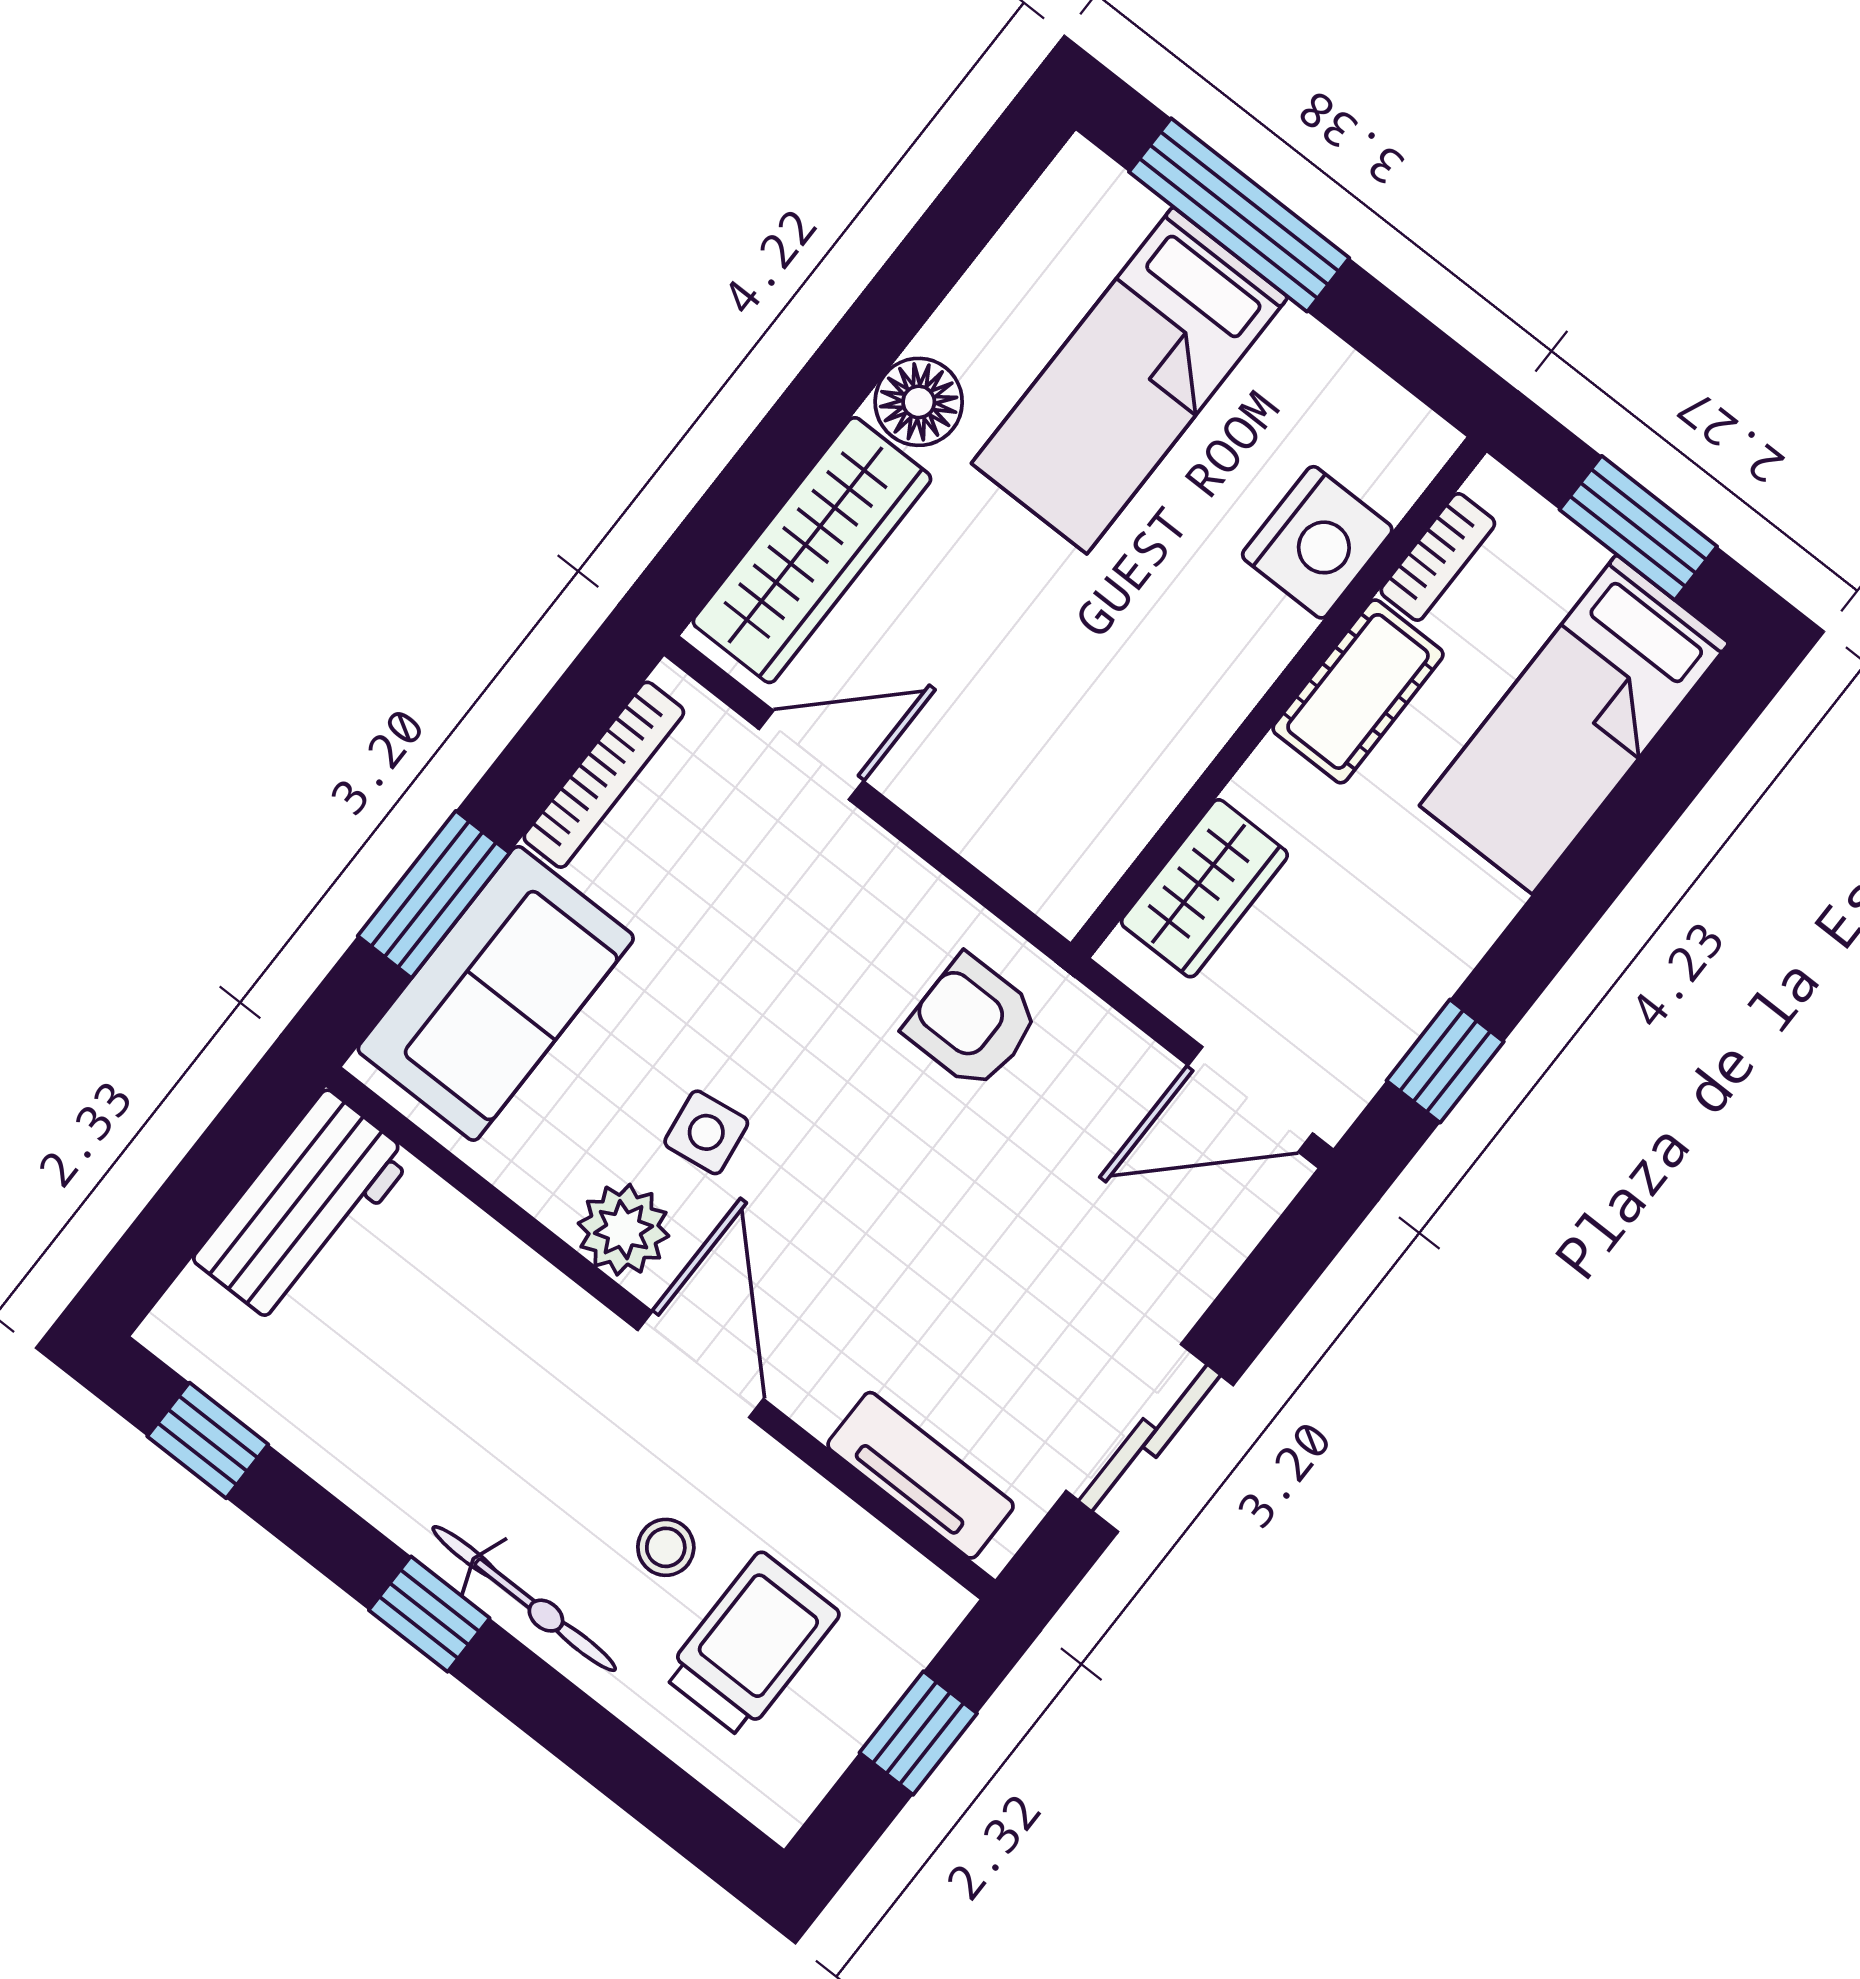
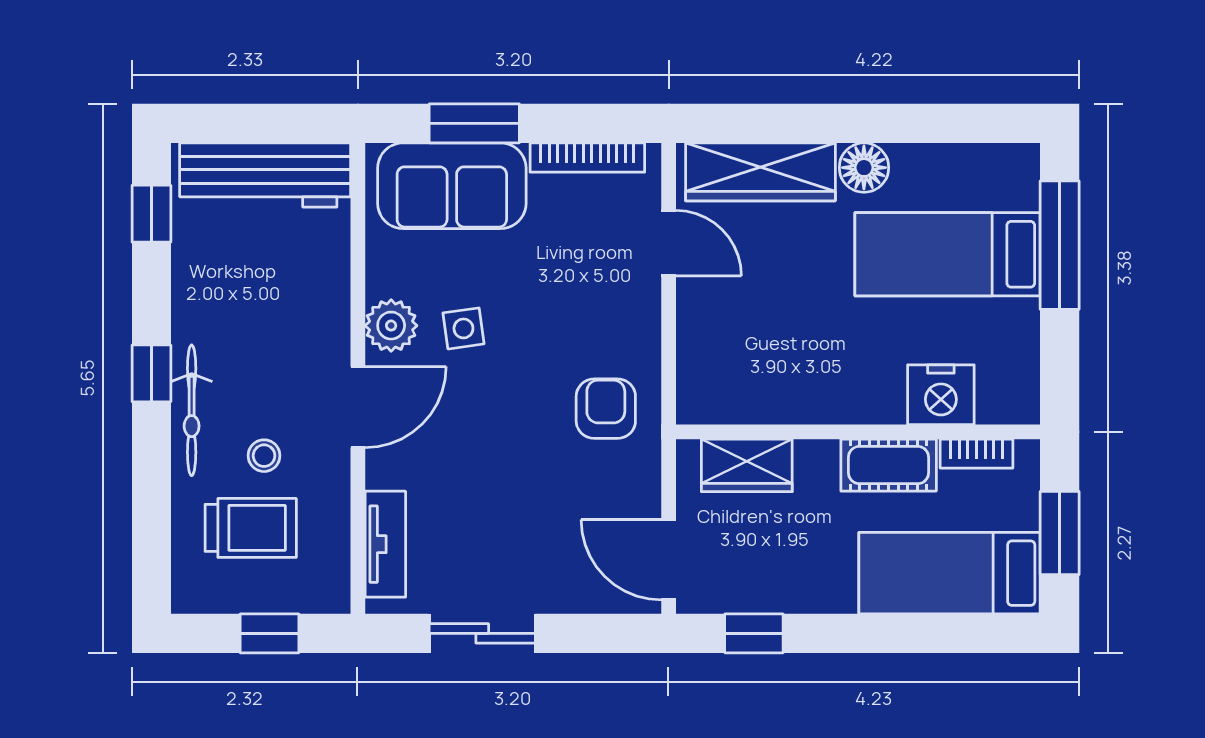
workbench: (303, 1208) -> (265, 175), width x1.38

